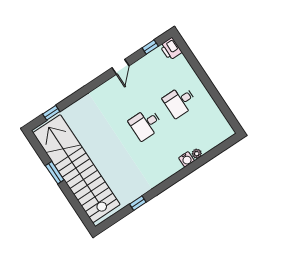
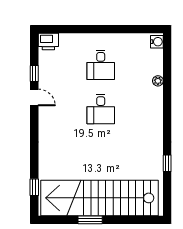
window: (150, 47) -> (34, 74), moved
water cooler: (187, 159) -> (157, 42), moved

